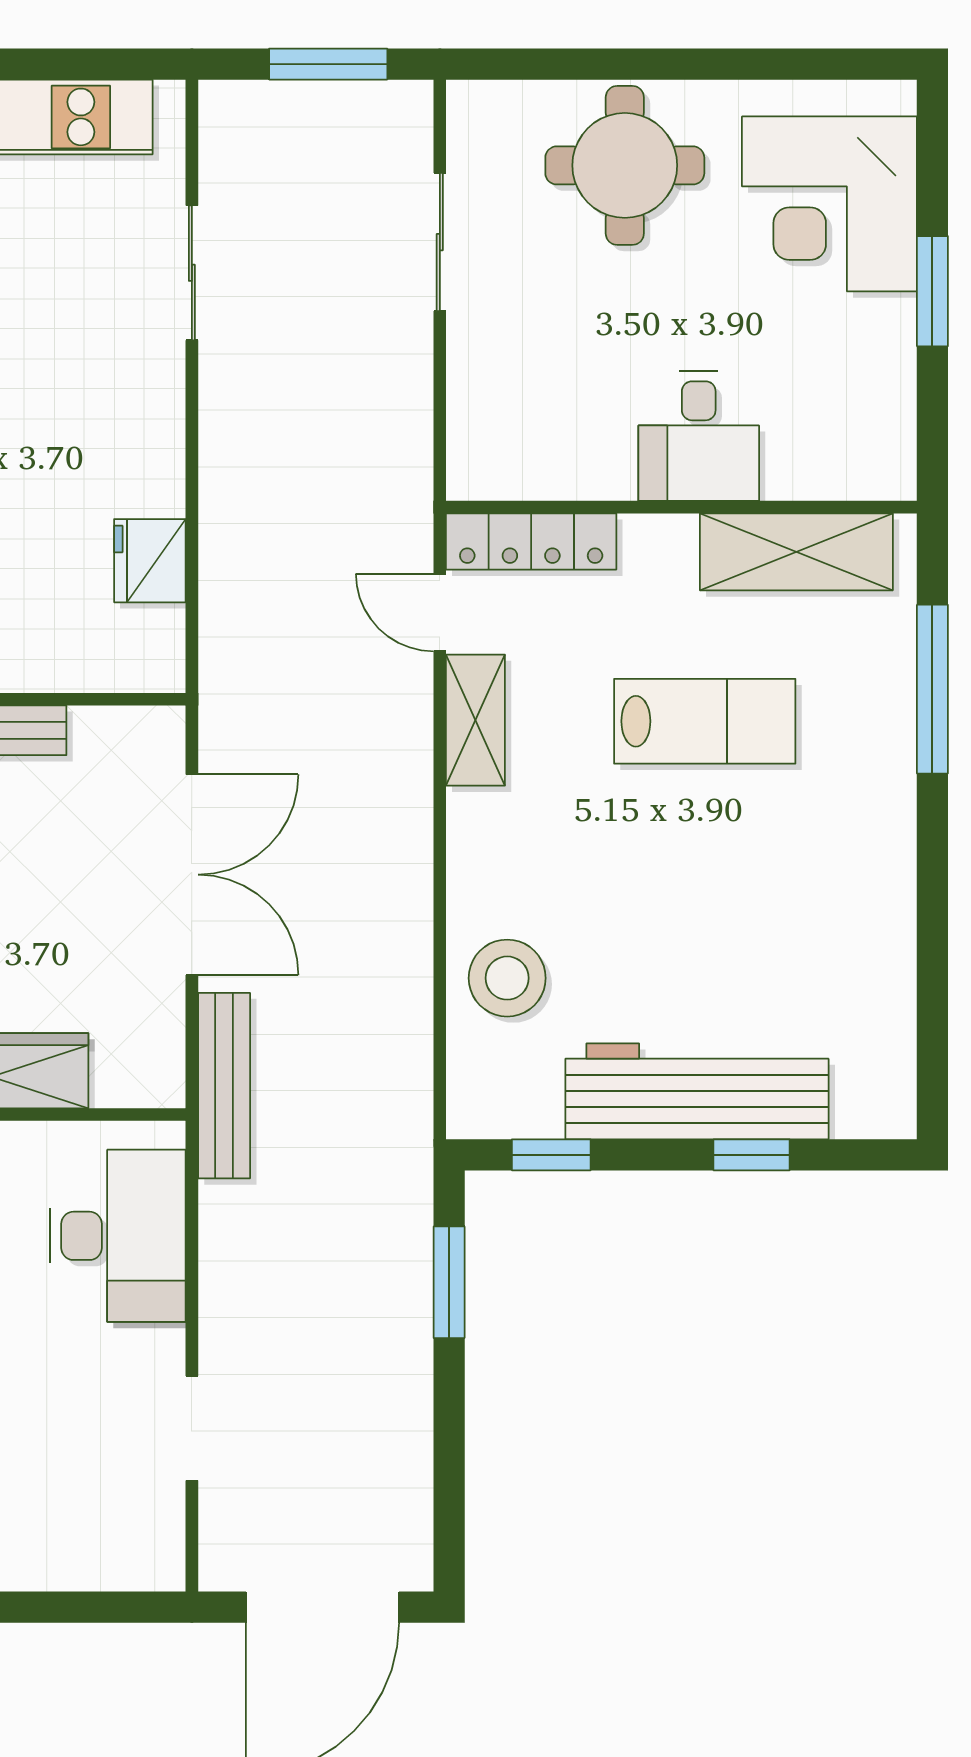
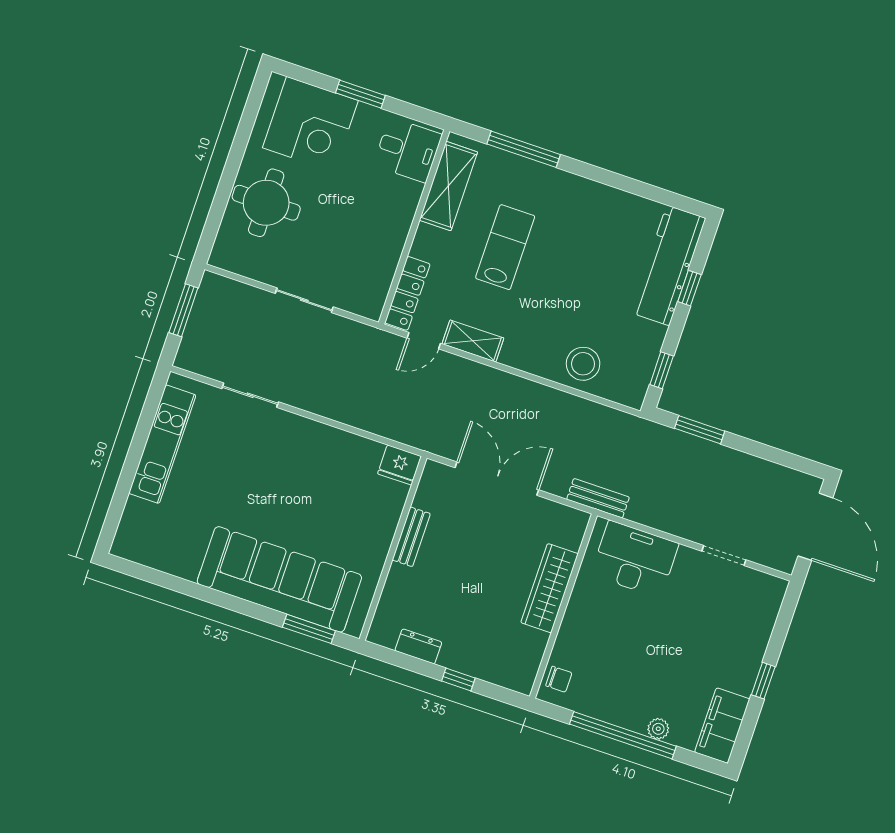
sliding door: (440, 242) -> (304, 300), moved
desk: (699, 436) -> (408, 150), moved
fridge: (150, 561) -> (400, 465), moved
bench: (224, 1086) -> (598, 498), width x0.73
workbench: (697, 1091) -> (668, 265), moved

